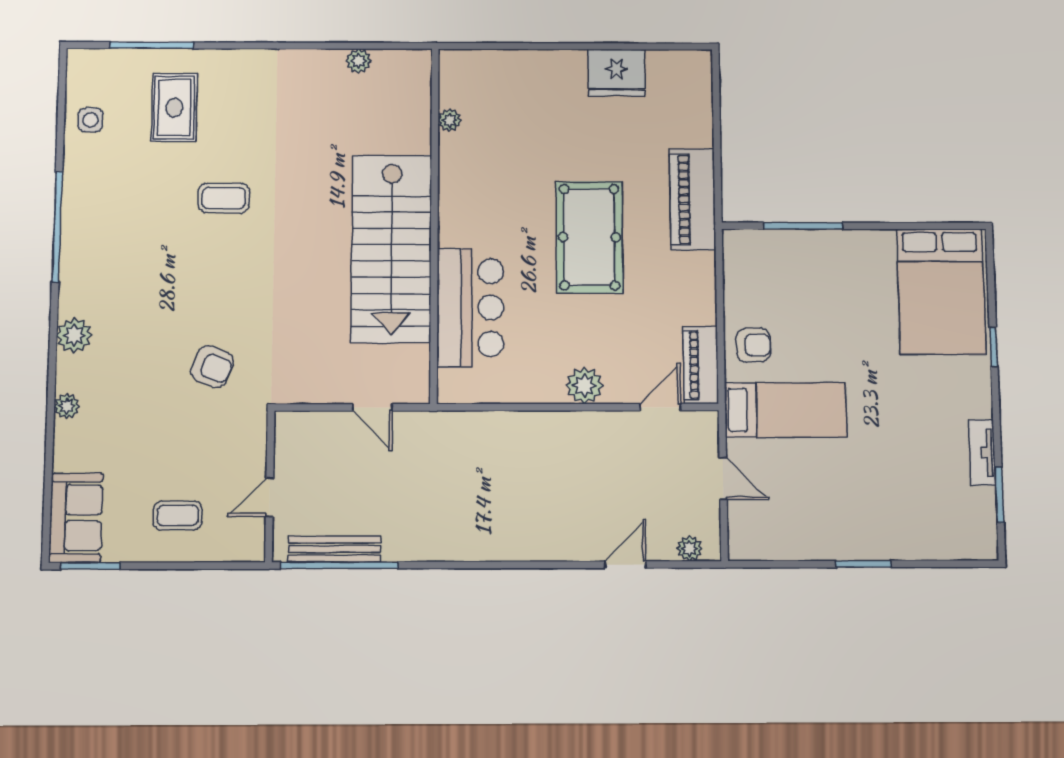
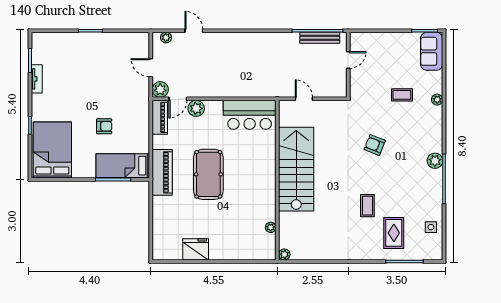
plant: (359, 61) -> (284, 254), moved
coffee table: (224, 198) -> (367, 206), moved, turned 90
piano: (693, 199) -> (162, 172), moved
bar counter: (470, 307) -> (250, 115), moved, turned -90
plant: (74, 335) -> (435, 161), moved
armchair: (753, 345) -> (104, 126), moved, turned 180
armchair: (212, 367) -> (375, 145), moved
plant: (584, 385) -> (196, 108), moved
bed: (786, 410) -> (123, 166), moved
plant: (701, 428) -> (160, 89), added
coffee table: (178, 516) -> (402, 95), moved
door: (625, 565) -> (194, 31), swing flipped

